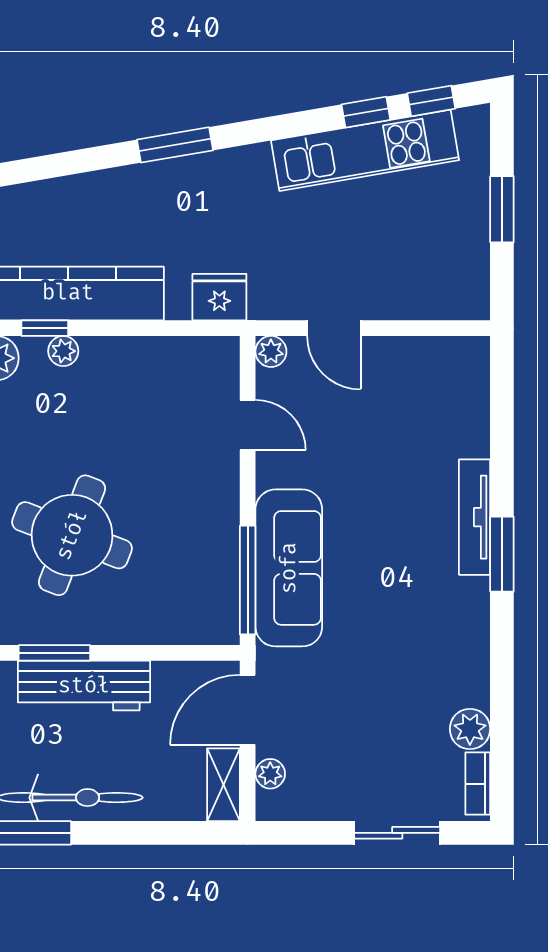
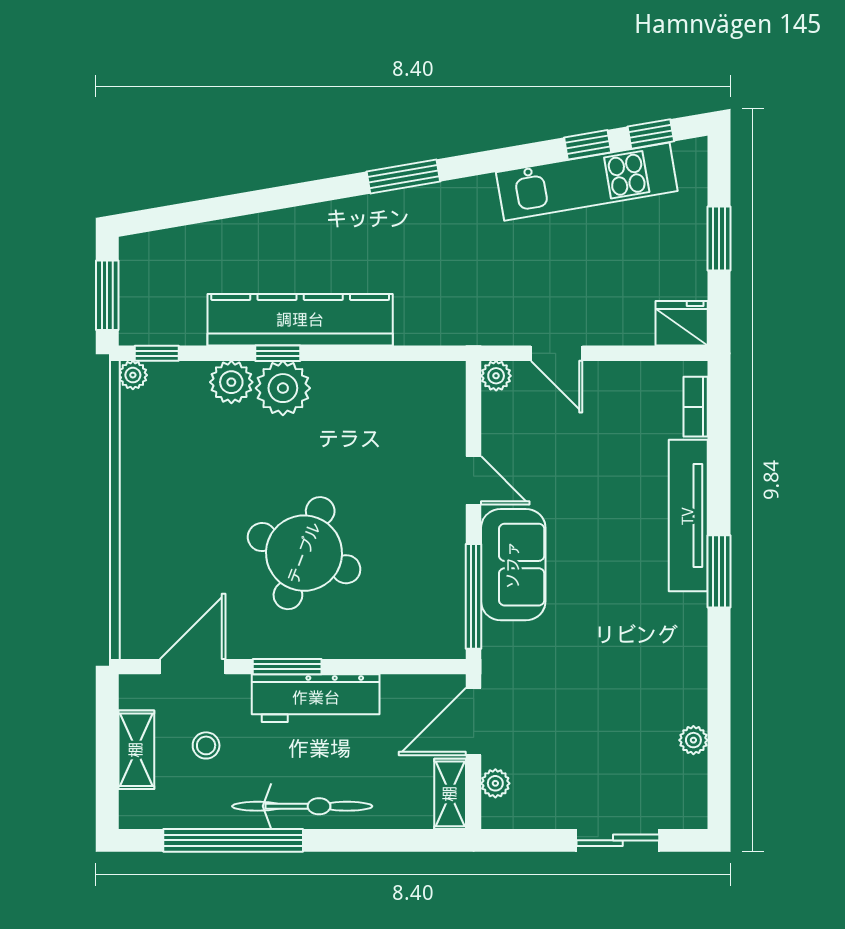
fridge: (219, 297) -> (682, 323), moved
plant: (63, 351) -> (283, 388), width x1.88, depth x1.88
door: (248, 425) -> (474, 480), moved
tv unit: (475, 517) -> (688, 516), width x1.36, depth x1.29
sofa: (289, 568) -> (513, 565), width x0.73
plant: (470, 729) -> (693, 740), width x0.73, depth x0.73
bookcase: (478, 784) -> (696, 407), moved

